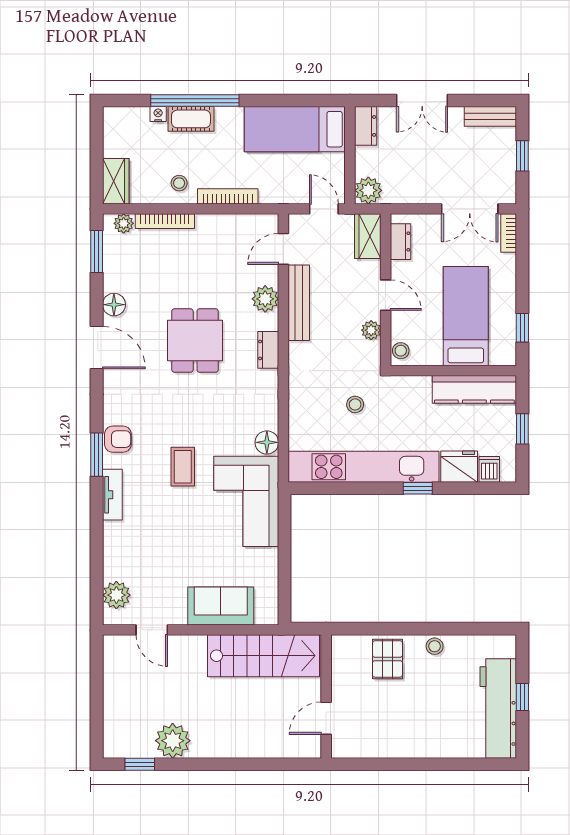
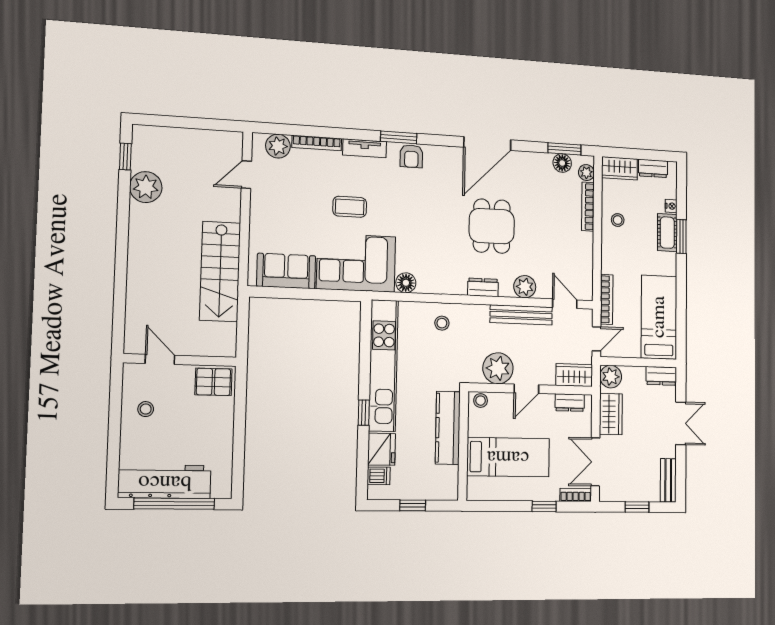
window: (195, 101) -> (681, 236), width x0.47
double door: (422, 101) -> (681, 423), swing flipped
dresser: (113, 138) -> (653, 168), added
wardrobe: (413, 190) -> (611, 414), added
bookcase: (228, 196) -> (607, 299), moved
floor lamp: (114, 305) -> (562, 163), moved
window: (522, 328) -> (544, 506), moved
plant: (371, 330) -> (498, 368), width x1.88, depth x1.88
dining table: (195, 341) -> (492, 226), turned 90
door: (97, 348) -> (487, 144), width x1.36
kitchen counter: (474, 389) -> (448, 428), moved
stool: (355, 404) -> (442, 323), moved
coffee table: (183, 467) -> (350, 207), moved
bookcase: (110, 551) -> (317, 143), added
sofa: (221, 606) -> (286, 271), moved, turned -90
stool: (435, 646) -> (146, 409), moved
wall: (326, 696) -> (180, 360), moved
window: (522, 697) -> (174, 504), width x3.17
door: (326, 718) -> (160, 359), moved

